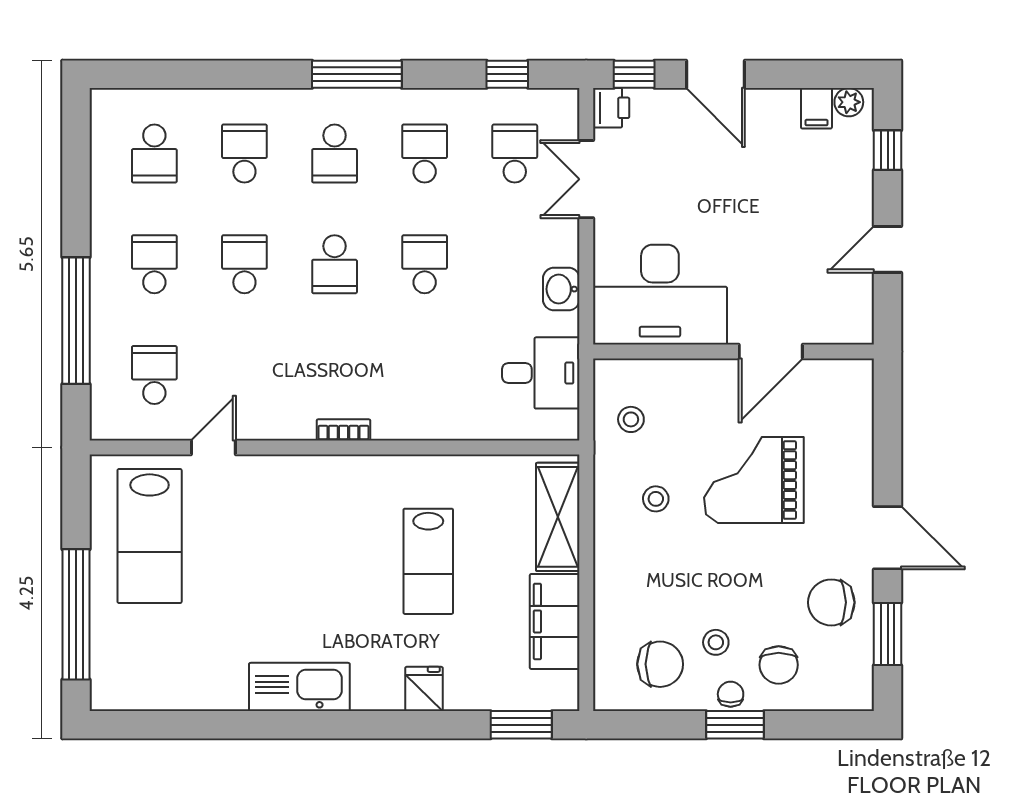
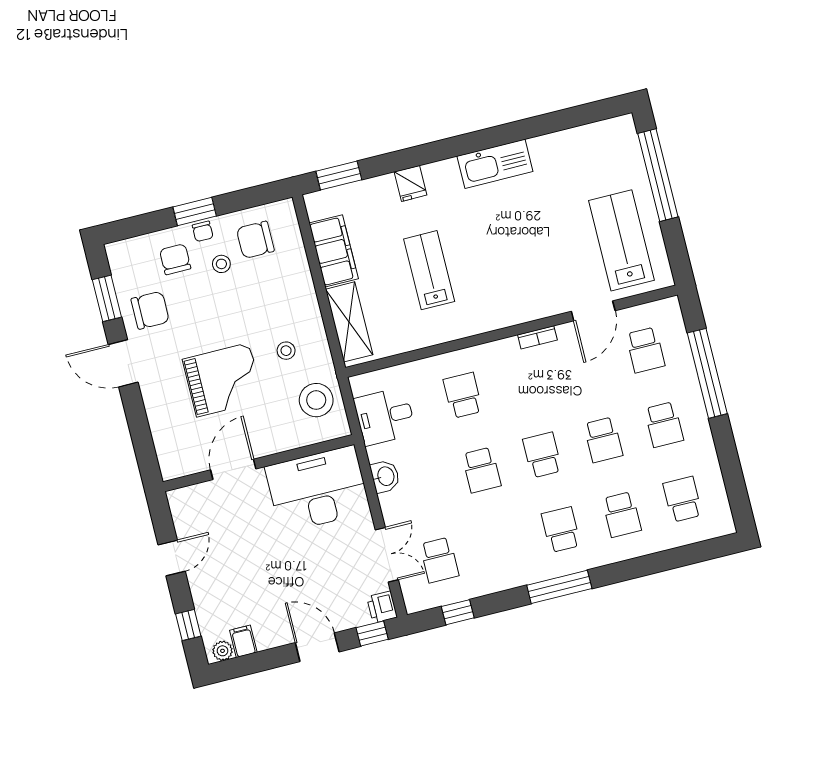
school desk: (425, 154) -> (463, 395), moved, turned 180
stool: (631, 419) -> (316, 400), width x1.89, depth x1.89
bookcase: (343, 430) -> (537, 337), moved
door: (213, 447) -> (593, 311), width x1.37

